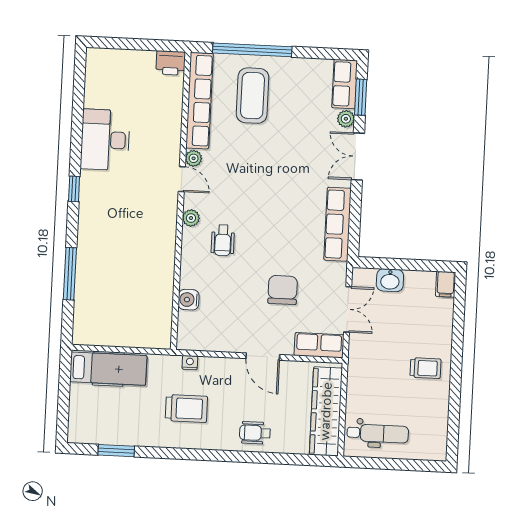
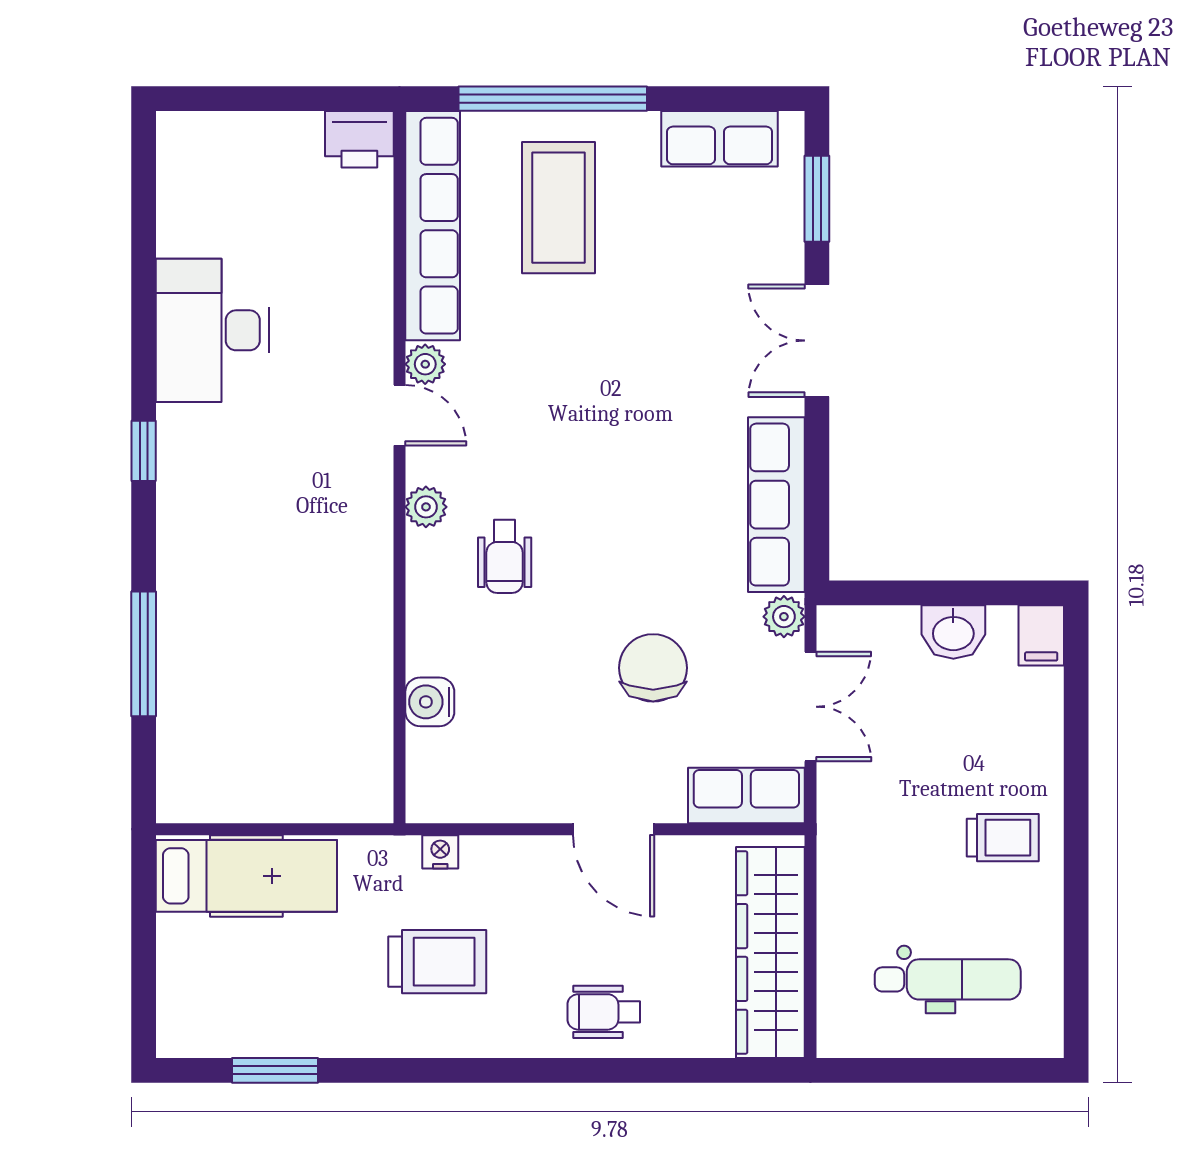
row of seats: (345, 84) -> (720, 139), moved, turned -90
plant: (346, 119) -> (784, 617), moved
washbasin: (390, 280) -> (953, 632), moved
dental chair: (378, 433) -> (948, 979), moved

